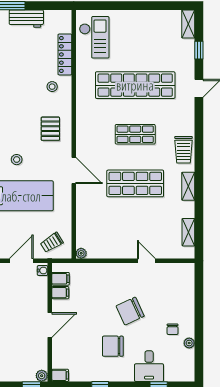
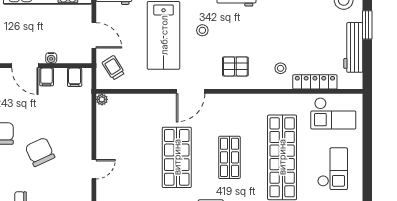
workbench: (26, 19) -> (353, 47), width x1.38
checkout: (146, 38) -> (333, 169), added
water cooler: (43, 270) -> (51, 58), moved
filing cabinet: (60, 293) -> (47, 77), moved

